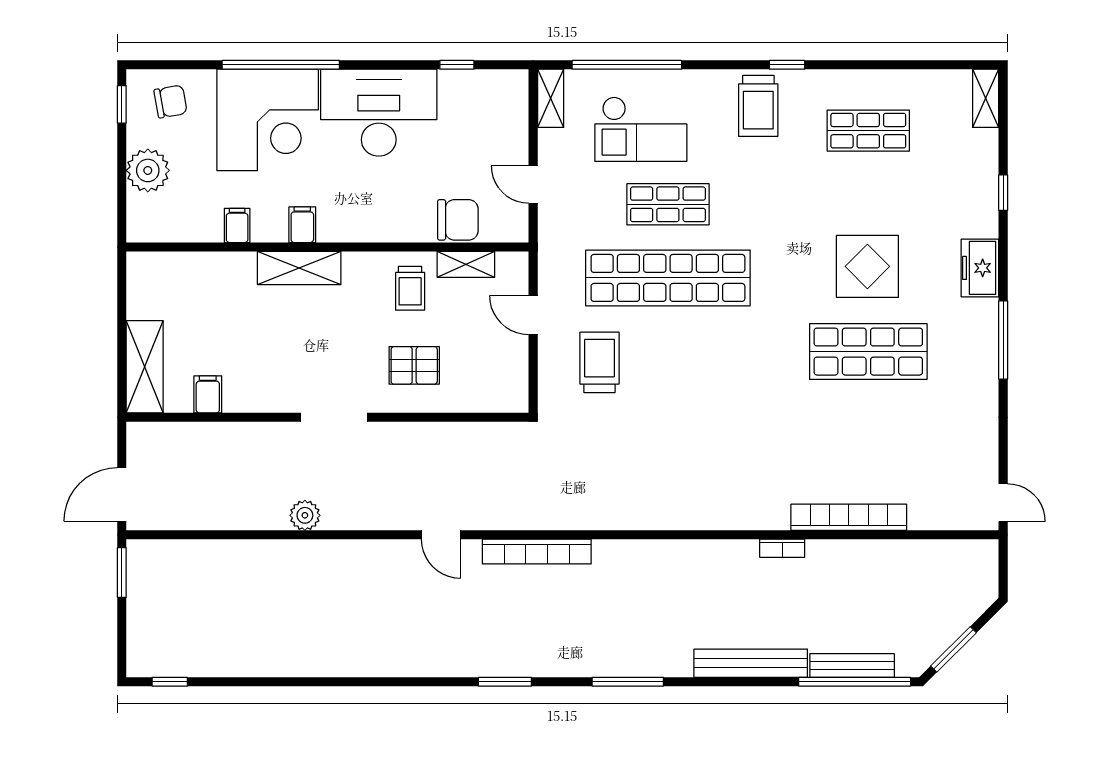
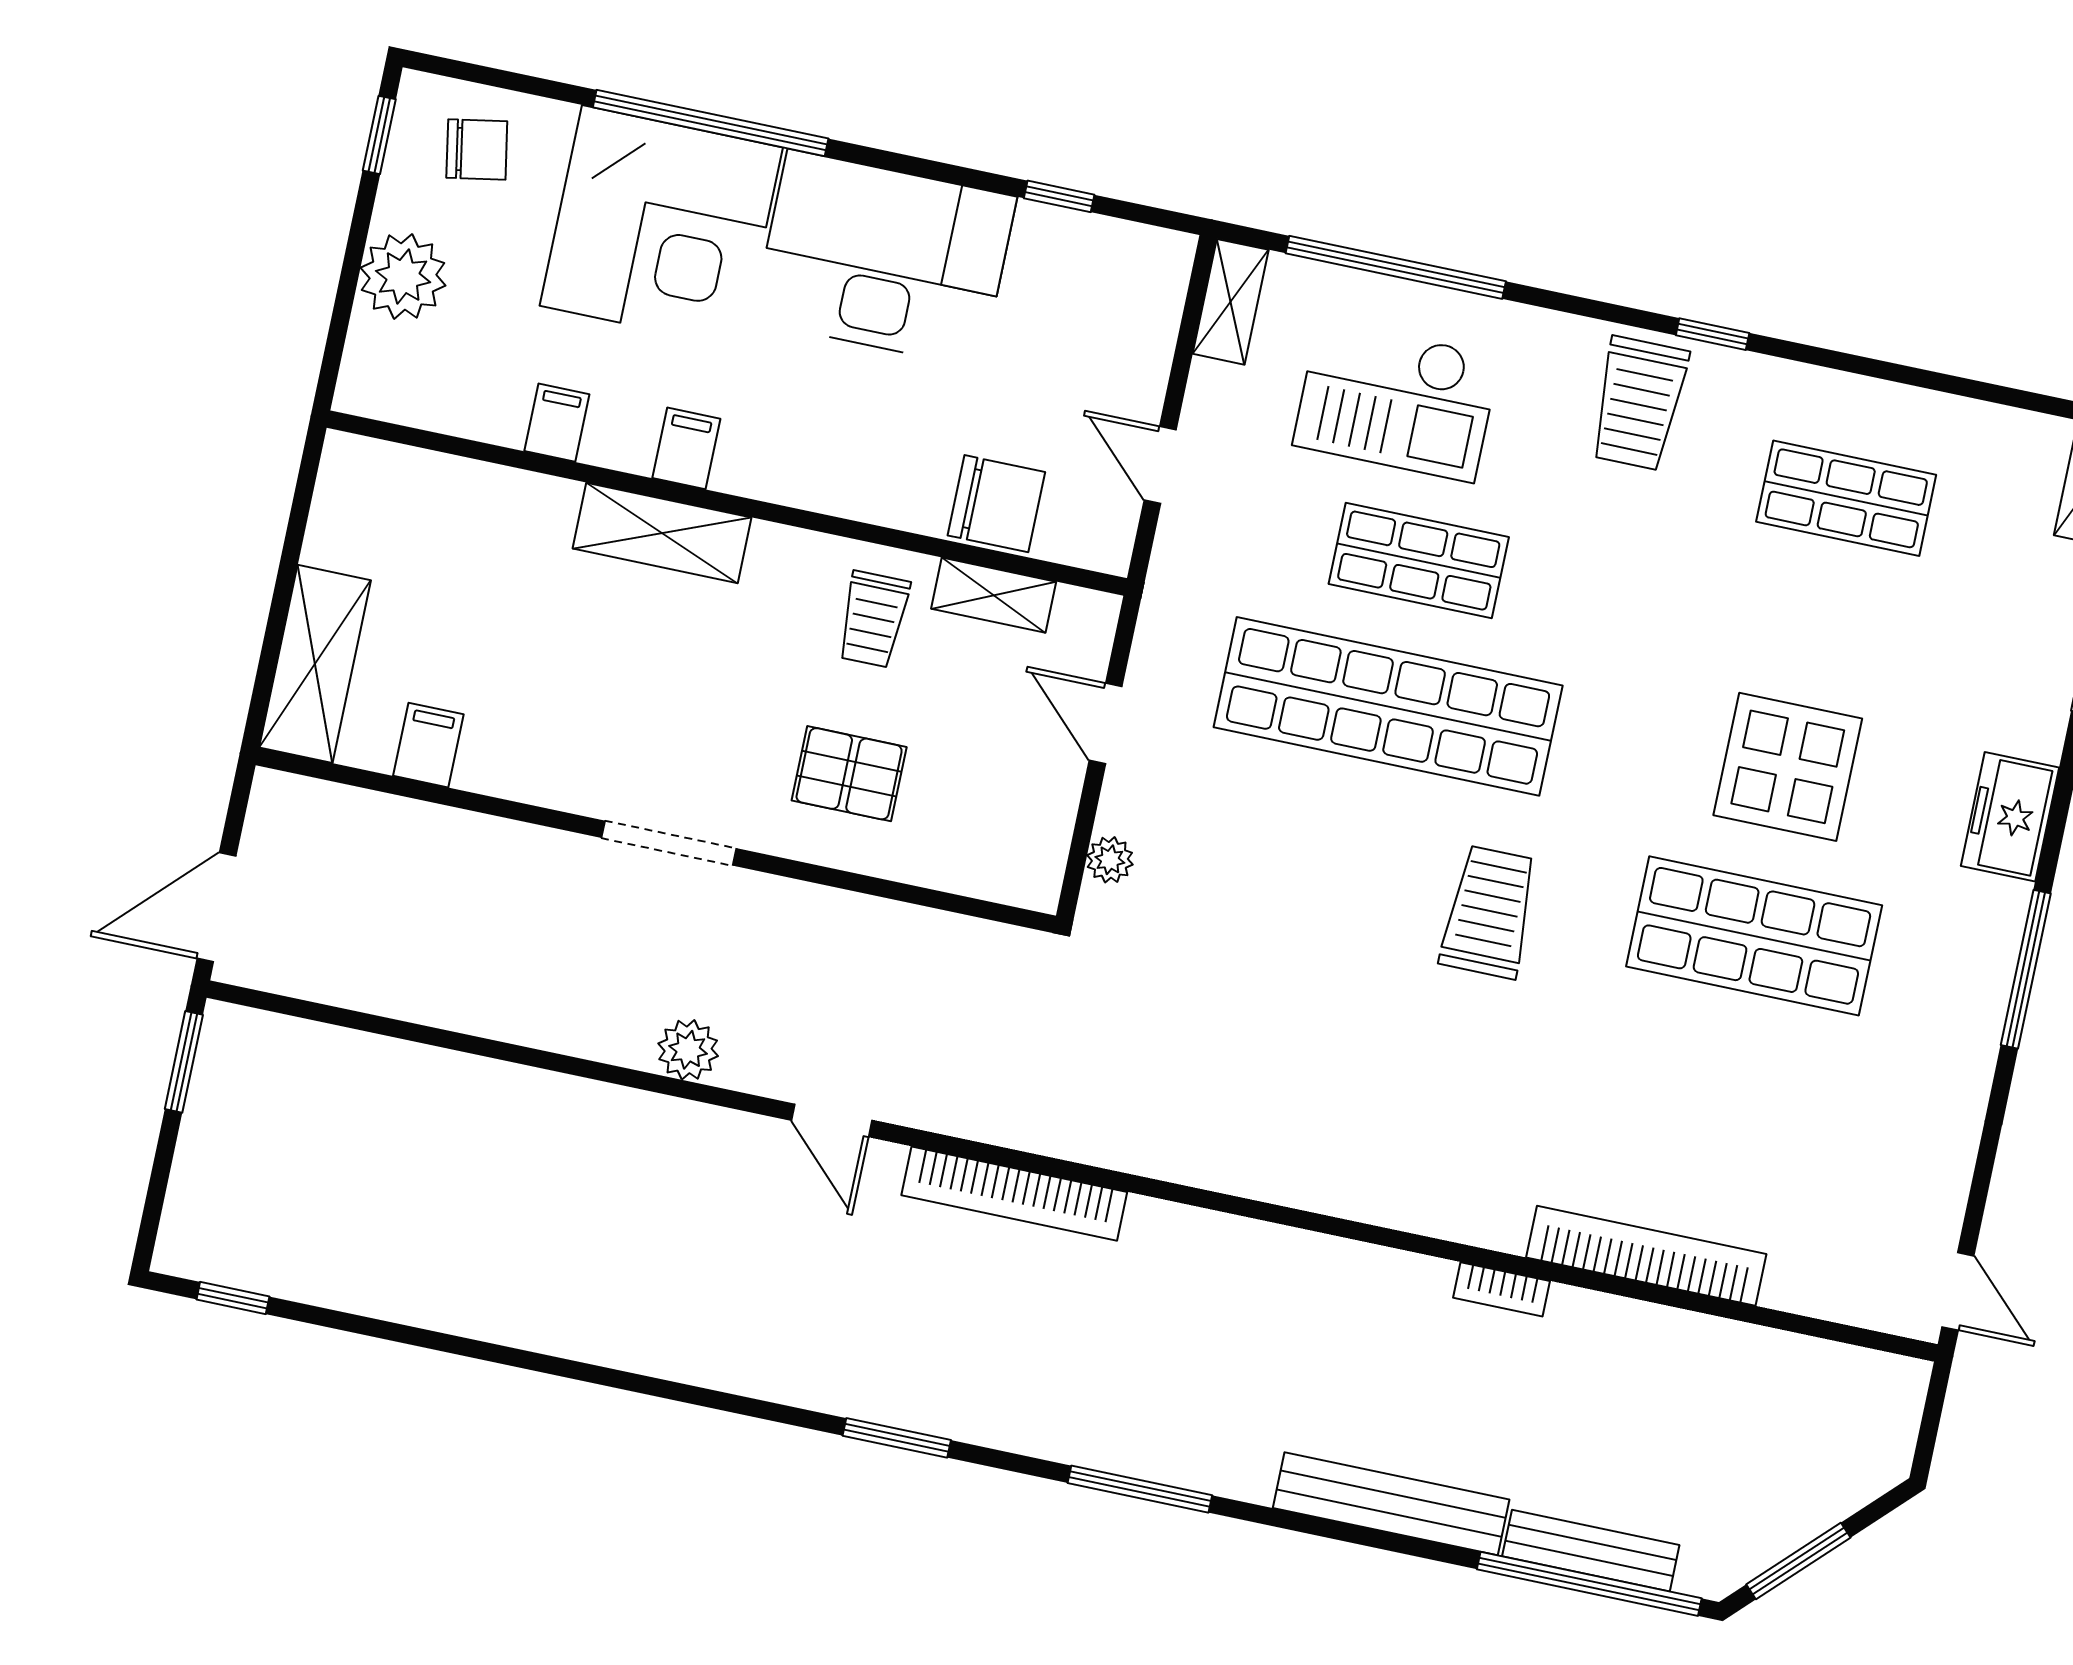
trolley: (599, 362) -> (1489, 912), moved
plant: (549, 380) -> (1110, 860), added
plant: (305, 515) -> (688, 1050), moved

